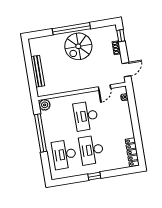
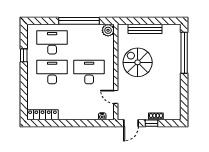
window: (71, 29) -> (184, 53), moved
window: (121, 36) -> (152, 123), moved
spiral stairs: (78, 46) -> (138, 62), moved
door: (126, 70) -> (131, 123), hinge flipped
window: (94, 176) -> (24, 55), moved

